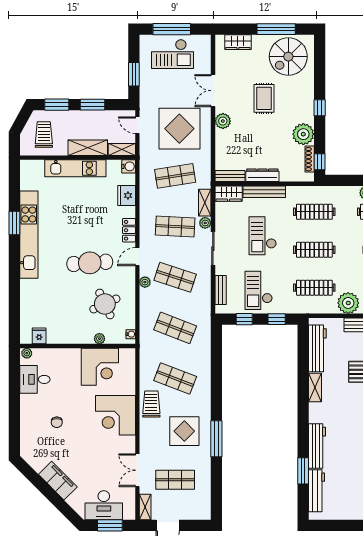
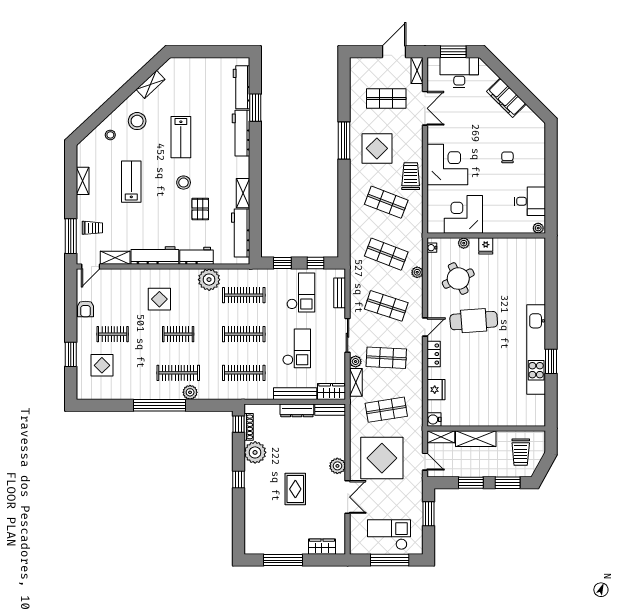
spiral stairs: (288, 57) -> (270, 532), removed
kitchen unit: (75, 168) -> (488, 418), removed
plant: (145, 282) -> (417, 272), moved
fridge: (39, 336) -> (486, 246), moved
trolley: (151, 404) -> (411, 176), turned 180

